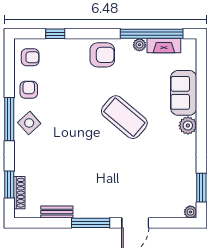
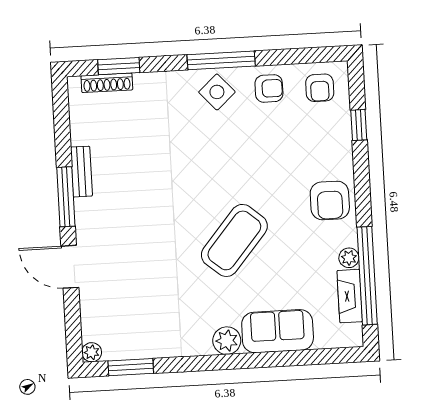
bench: (57, 212) -> (81, 172), moved

